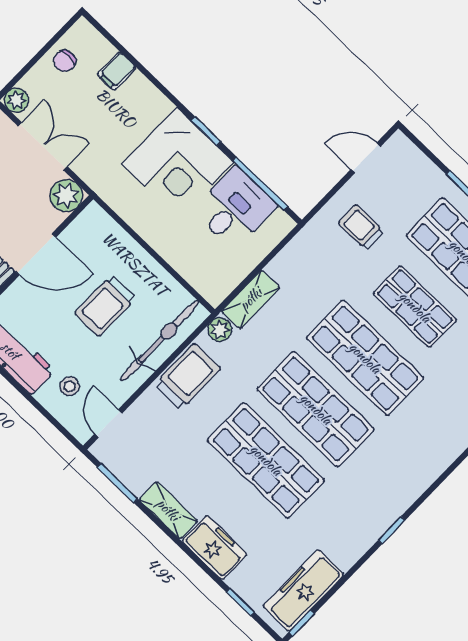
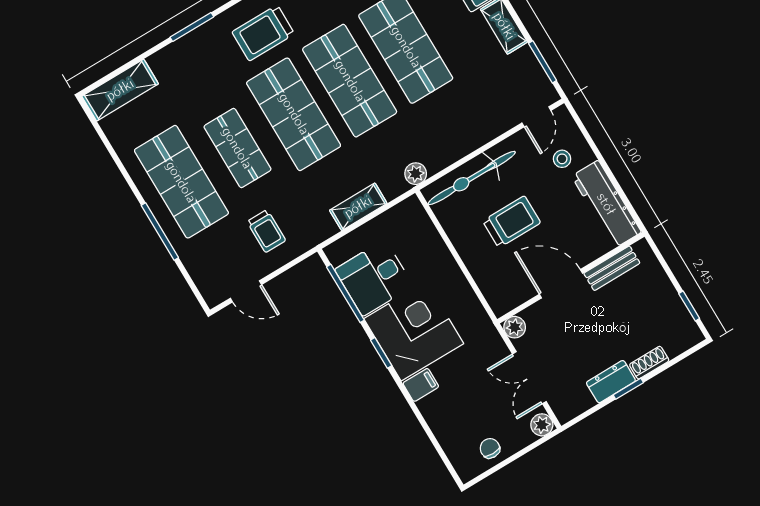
chair: (64, 61) -> (490, 448), turned -90
filing cabinet: (117, 71) -> (421, 385), moved
plant: (66, 196) -> (515, 327), width x0.73, depth x0.73
shelving: (251, 299) -> (358, 207), moved
trolley: (188, 377) -> (263, 33), moved

